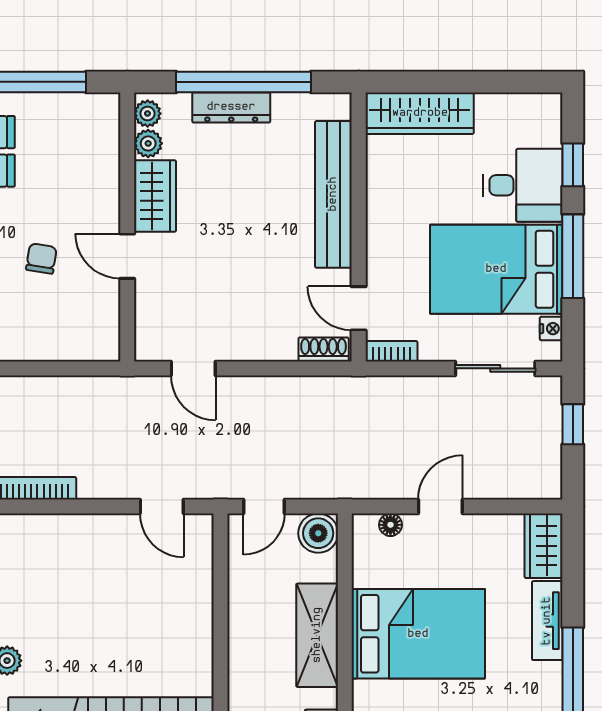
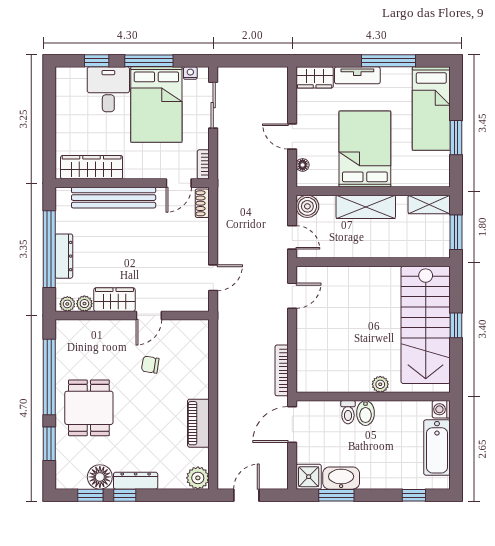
wardrobe: (420, 113) -> (92, 167), moved, turned -90
window: (573, 424) -> (245, 61), removed

